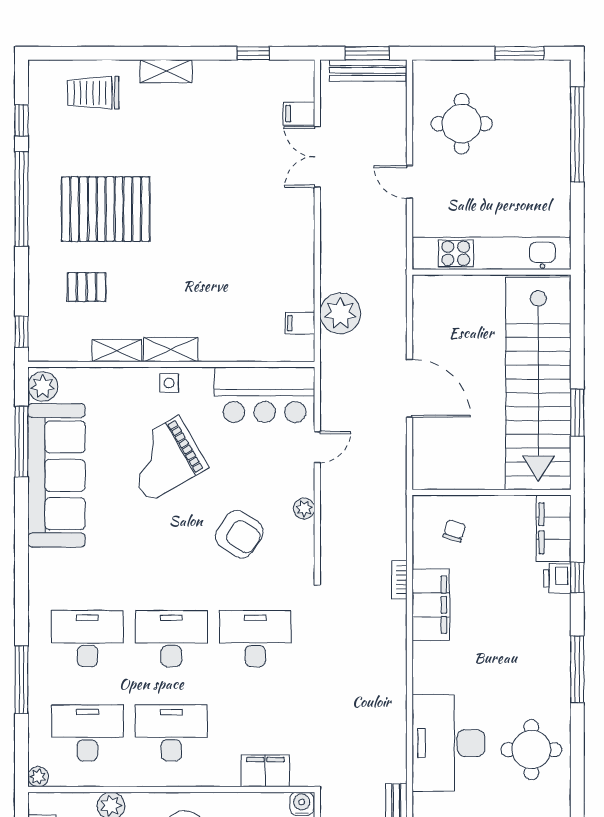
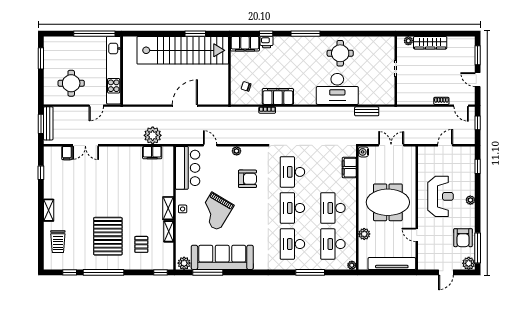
window: (577, 134) -> (94, 34), moved
kitchen unit: (492, 253) -> (114, 70), moved
wall: (491, 272) -> (122, 70), moved
filing cabinet: (300, 323) -> (152, 153), width x2.00
grand piano: (163, 459) -> (215, 211), turned 61
armchair: (239, 534) -> (247, 179), turned 57

